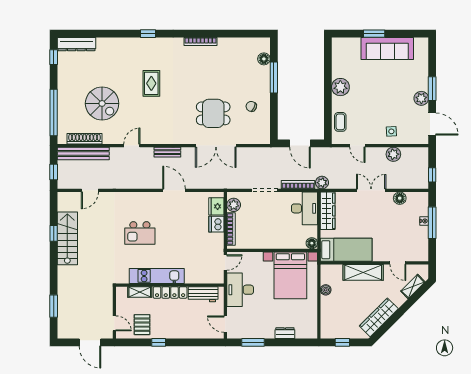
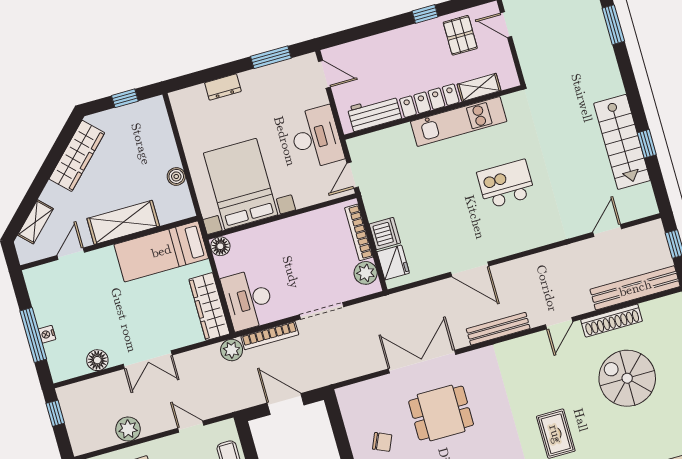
shoe rack: (85, 139) -> (612, 321), moved
bench: (167, 152) -> (498, 329), width x1.36
door: (398, 263) -> (71, 254), hinge flipped

